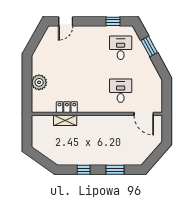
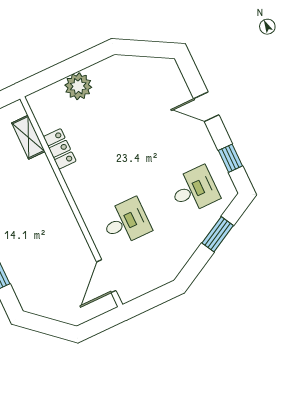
door: (66, 21) -> (206, 107), moved
shelving: (65, 120) -> (28, 137), moved

